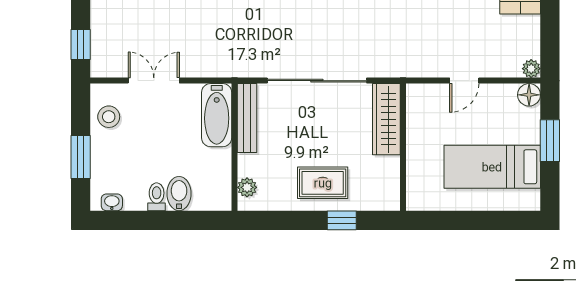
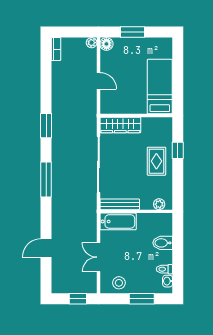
bed: (492, 167) -> (160, 87), moved, turned 180
toilet: (157, 197) -> (164, 269), moved

